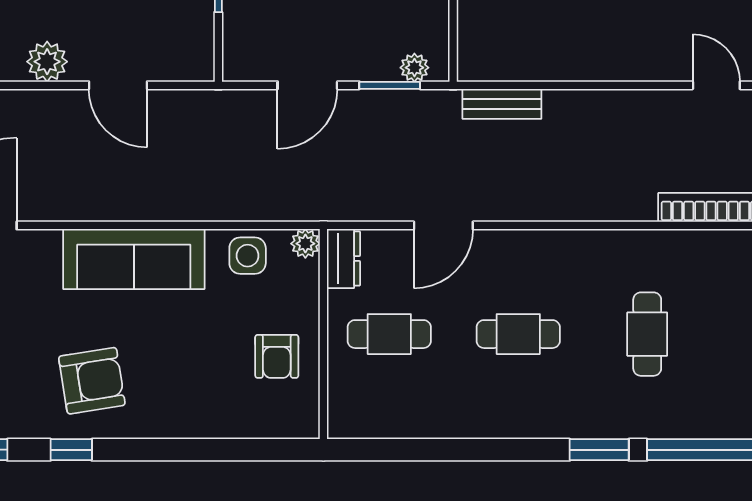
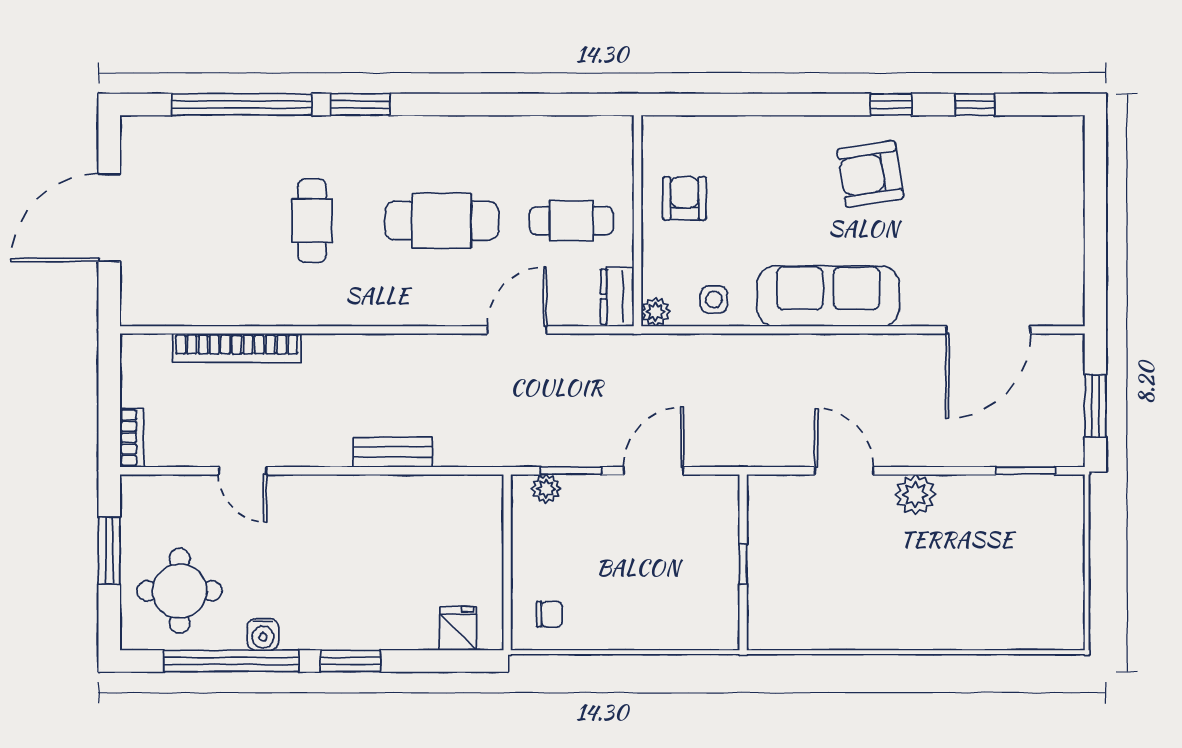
bench: (502, 104) -> (393, 452), moved
side table: (248, 256) -> (714, 300), width x0.73, depth x0.73
cafe table: (518, 334) -> (442, 221), width x1.37, depth x1.35

